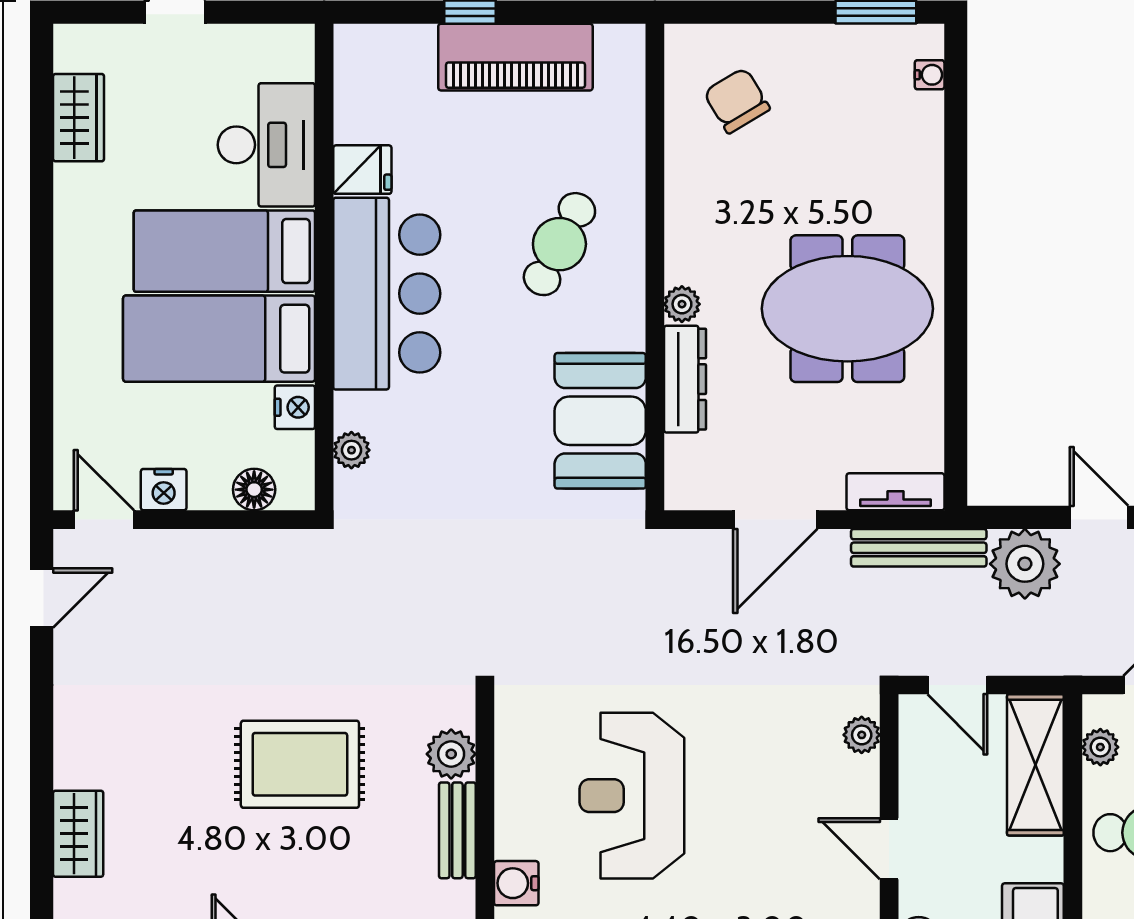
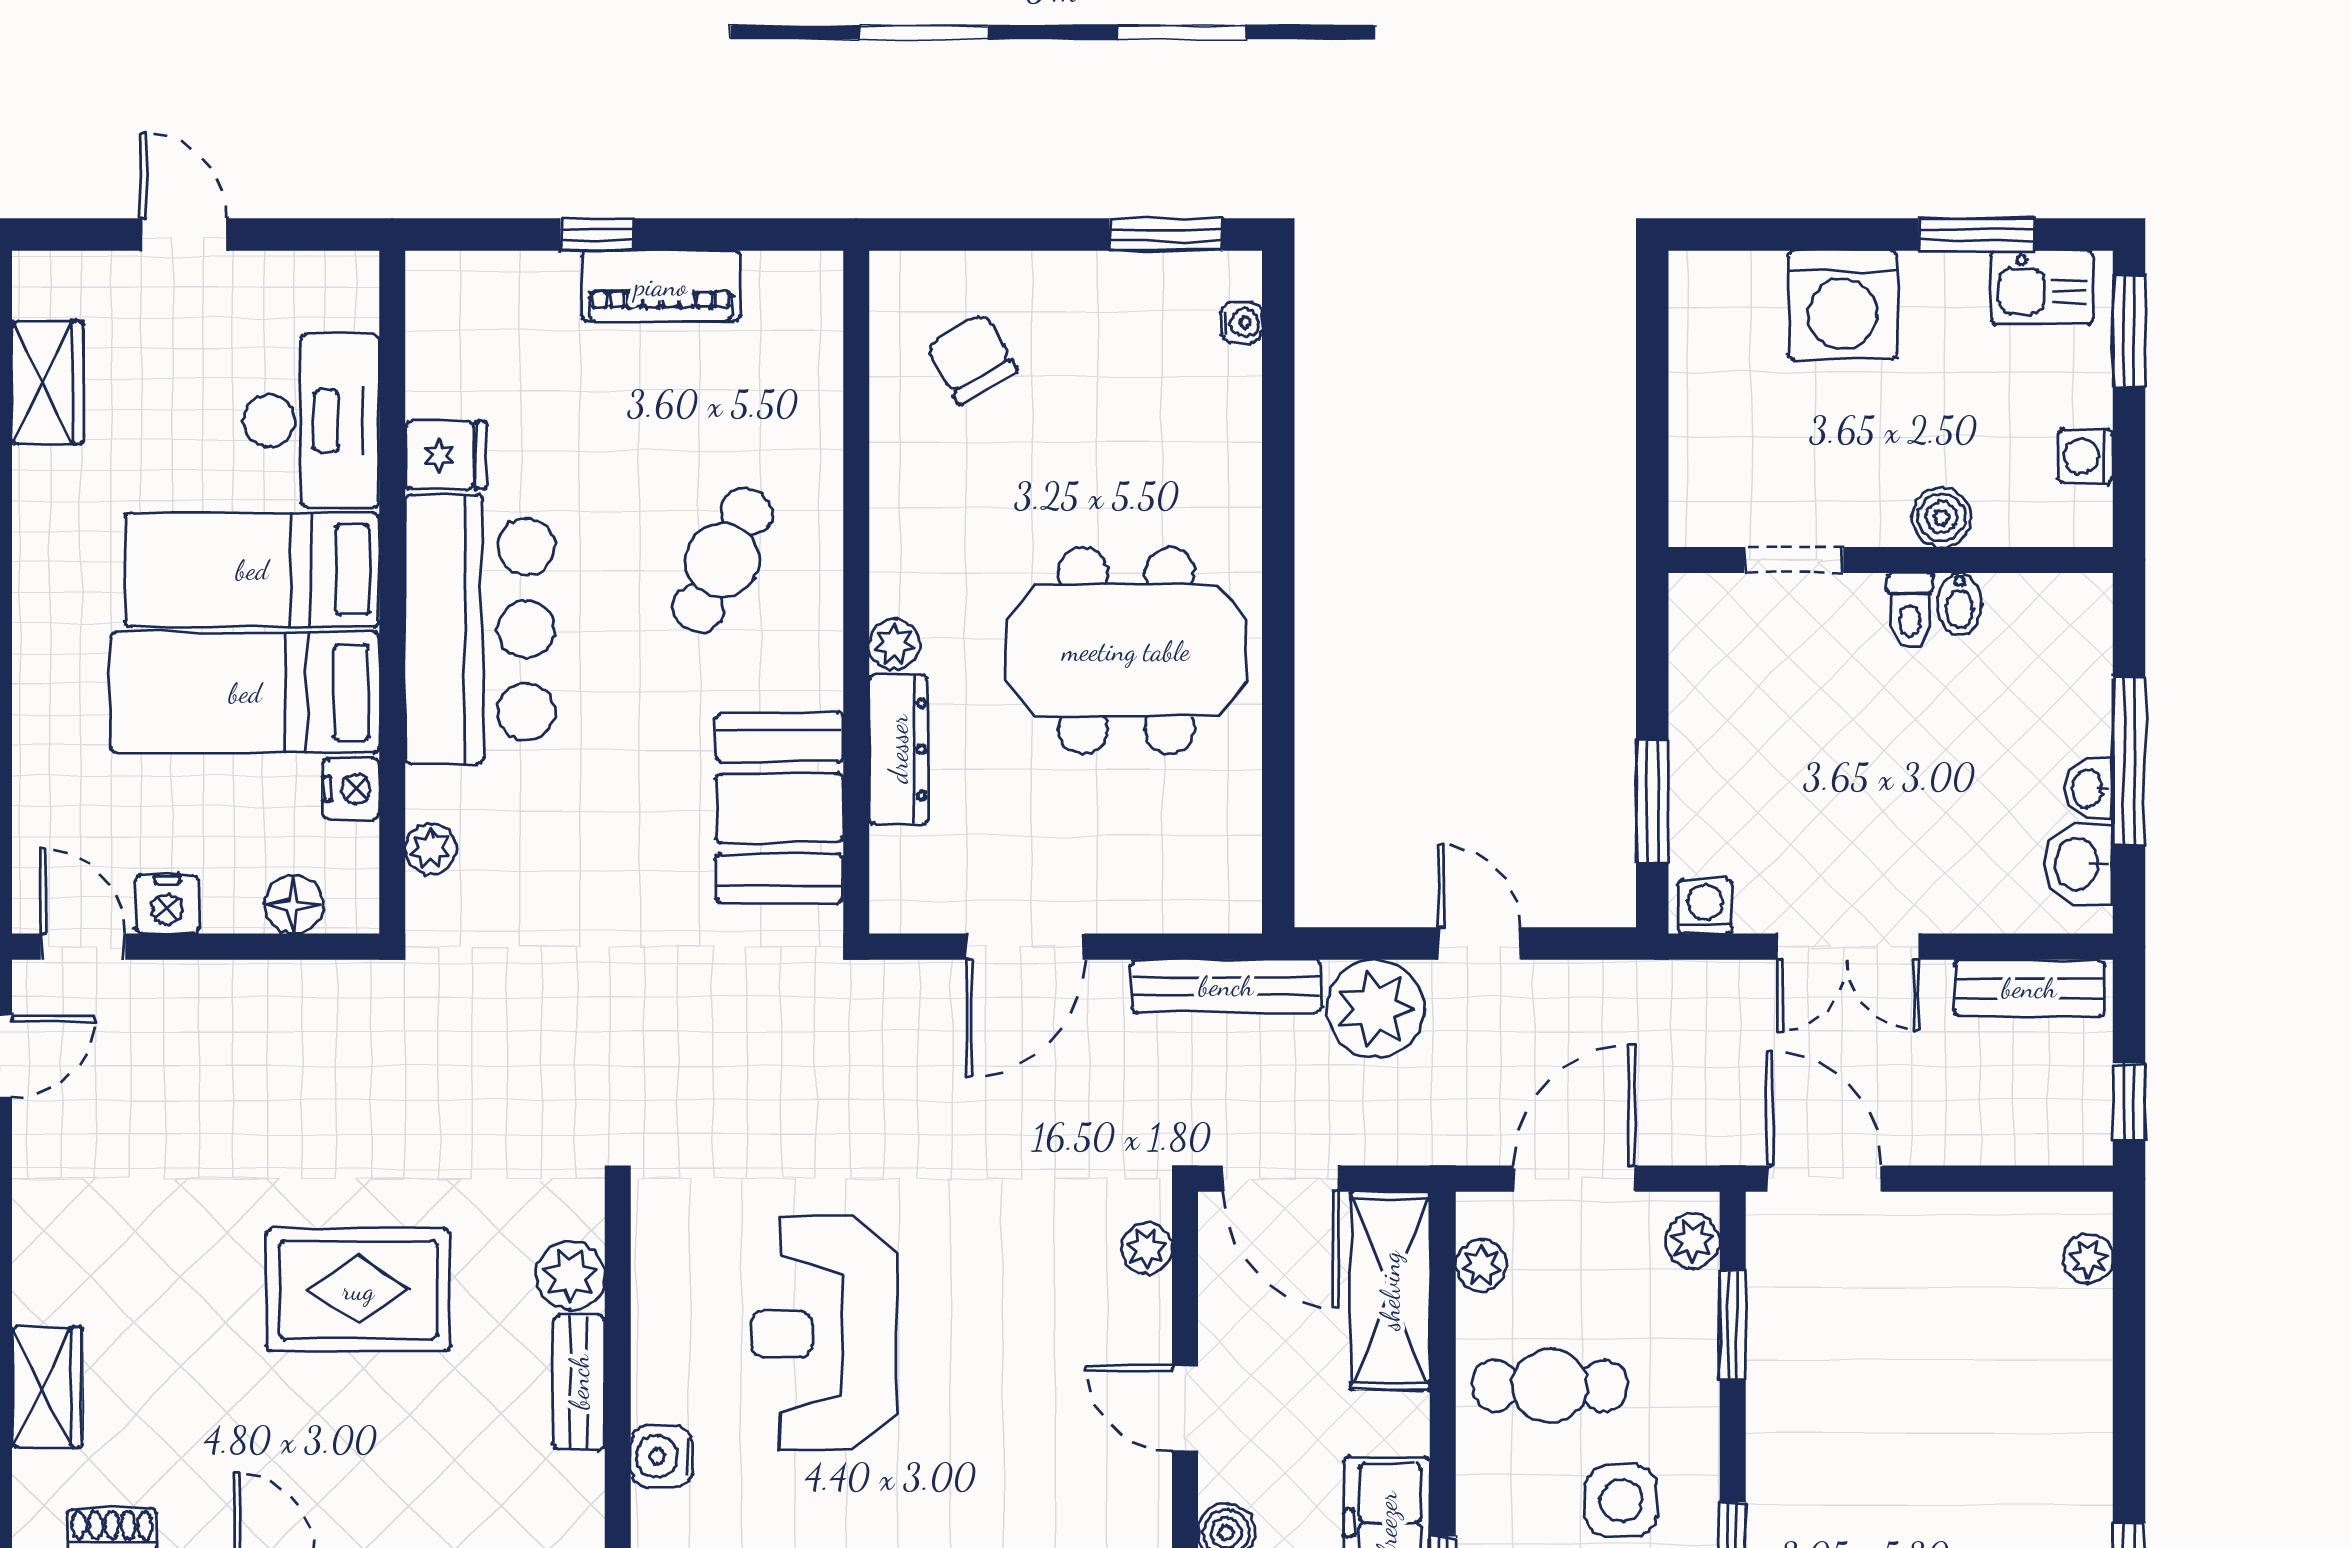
piano: (515, 57) -> (661, 286), width x0.73, depth x0.75
tv unit: (895, 492) -> (1194, 908), removed
door: (957, 685) -> (1281, 1179), width x1.38

